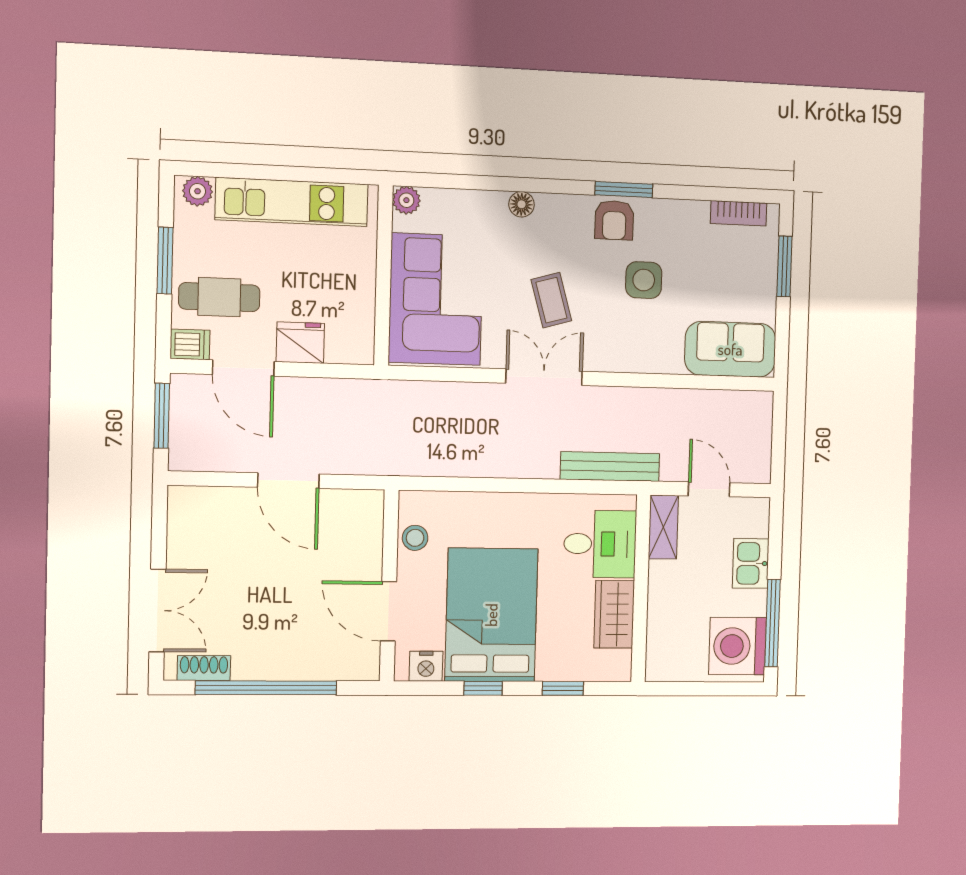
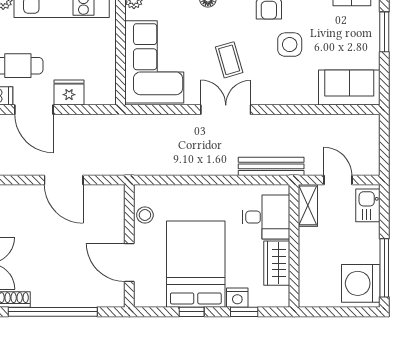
kitchen sink: (751, 563) -> (368, 205), moved
nightstand: (426, 666) -> (237, 298), moved

